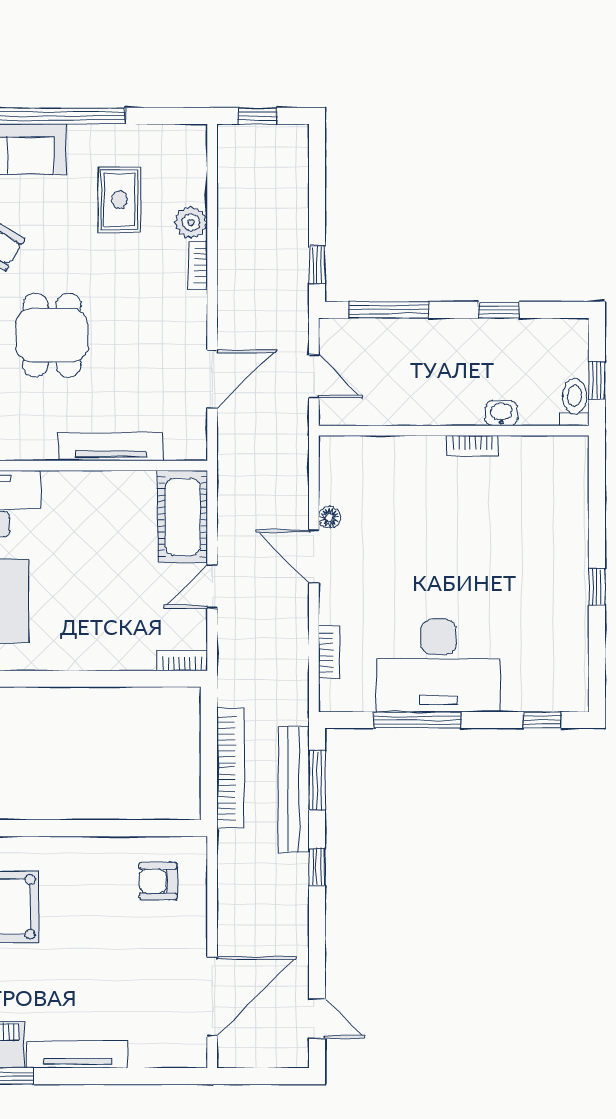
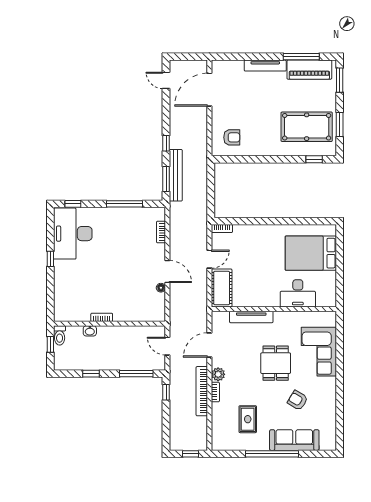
plant: (191, 223) -> (218, 374), moved
desk: (439, 666) -> (73, 234), moved, turned -90
bookcase: (230, 768) -> (202, 391), moved

